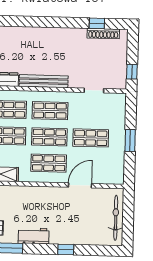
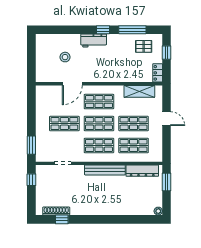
window: (130, 141) -> (31, 145), moved
stool: (88, 217) -> (65, 57), added
bicycle: (116, 218) -> (42, 57), removed
workbench: (34, 236) -> (94, 41), moved
window: (66, 250) -> (103, 30), moved

